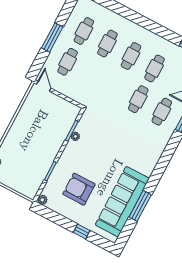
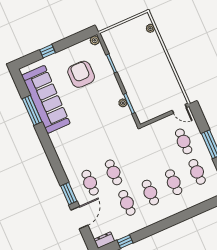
armchair: (79, 189) -> (81, 74), turned -90

